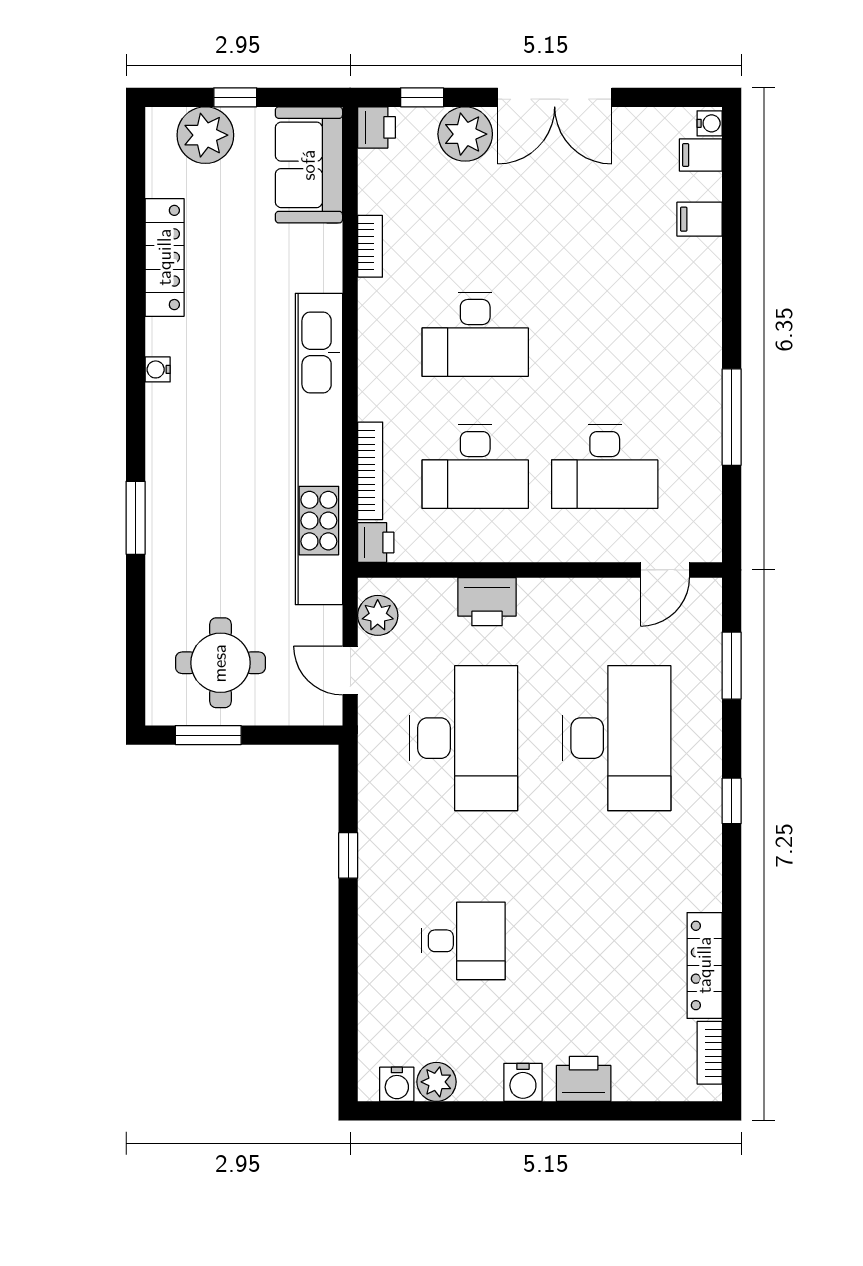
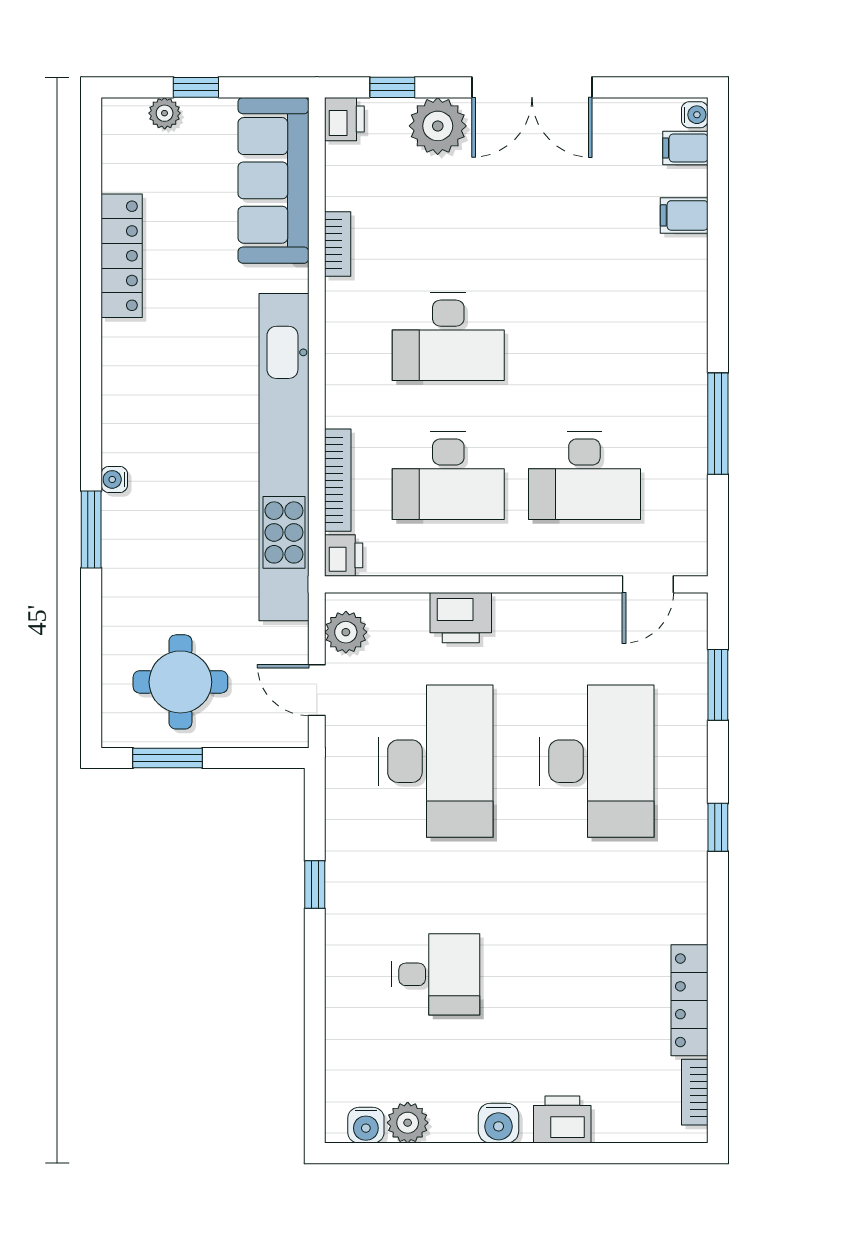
plant: (205, 135) -> (165, 113), width x0.53, depth x0.53
sofa: (309, 165) -> (273, 180), width x1.36
water cooler: (158, 369) -> (114, 479), moved

